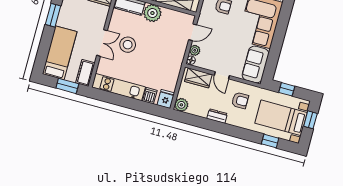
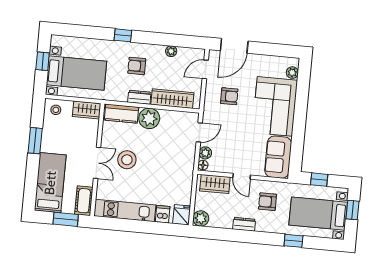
armchair: (240, 100) -> (268, 202), turned 180
window: (270, 141) -> (293, 241), moved

